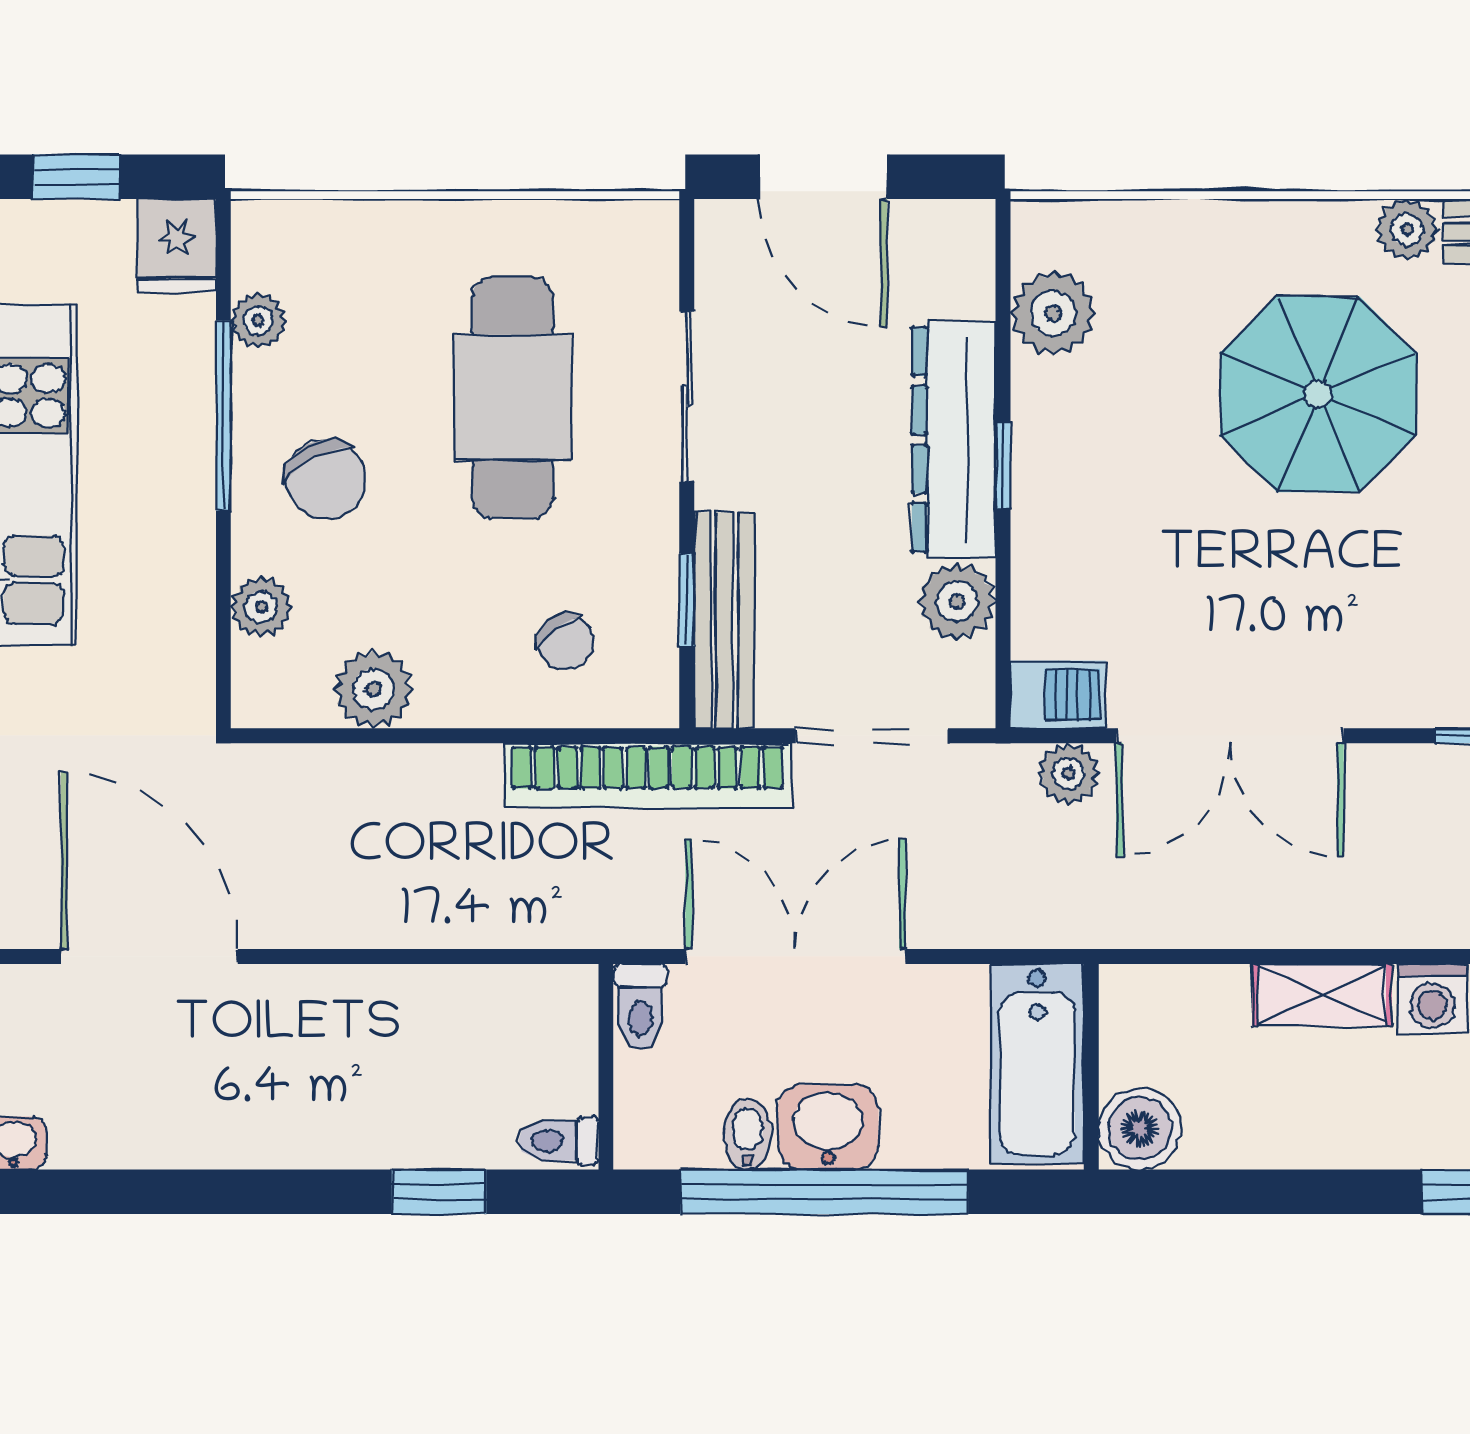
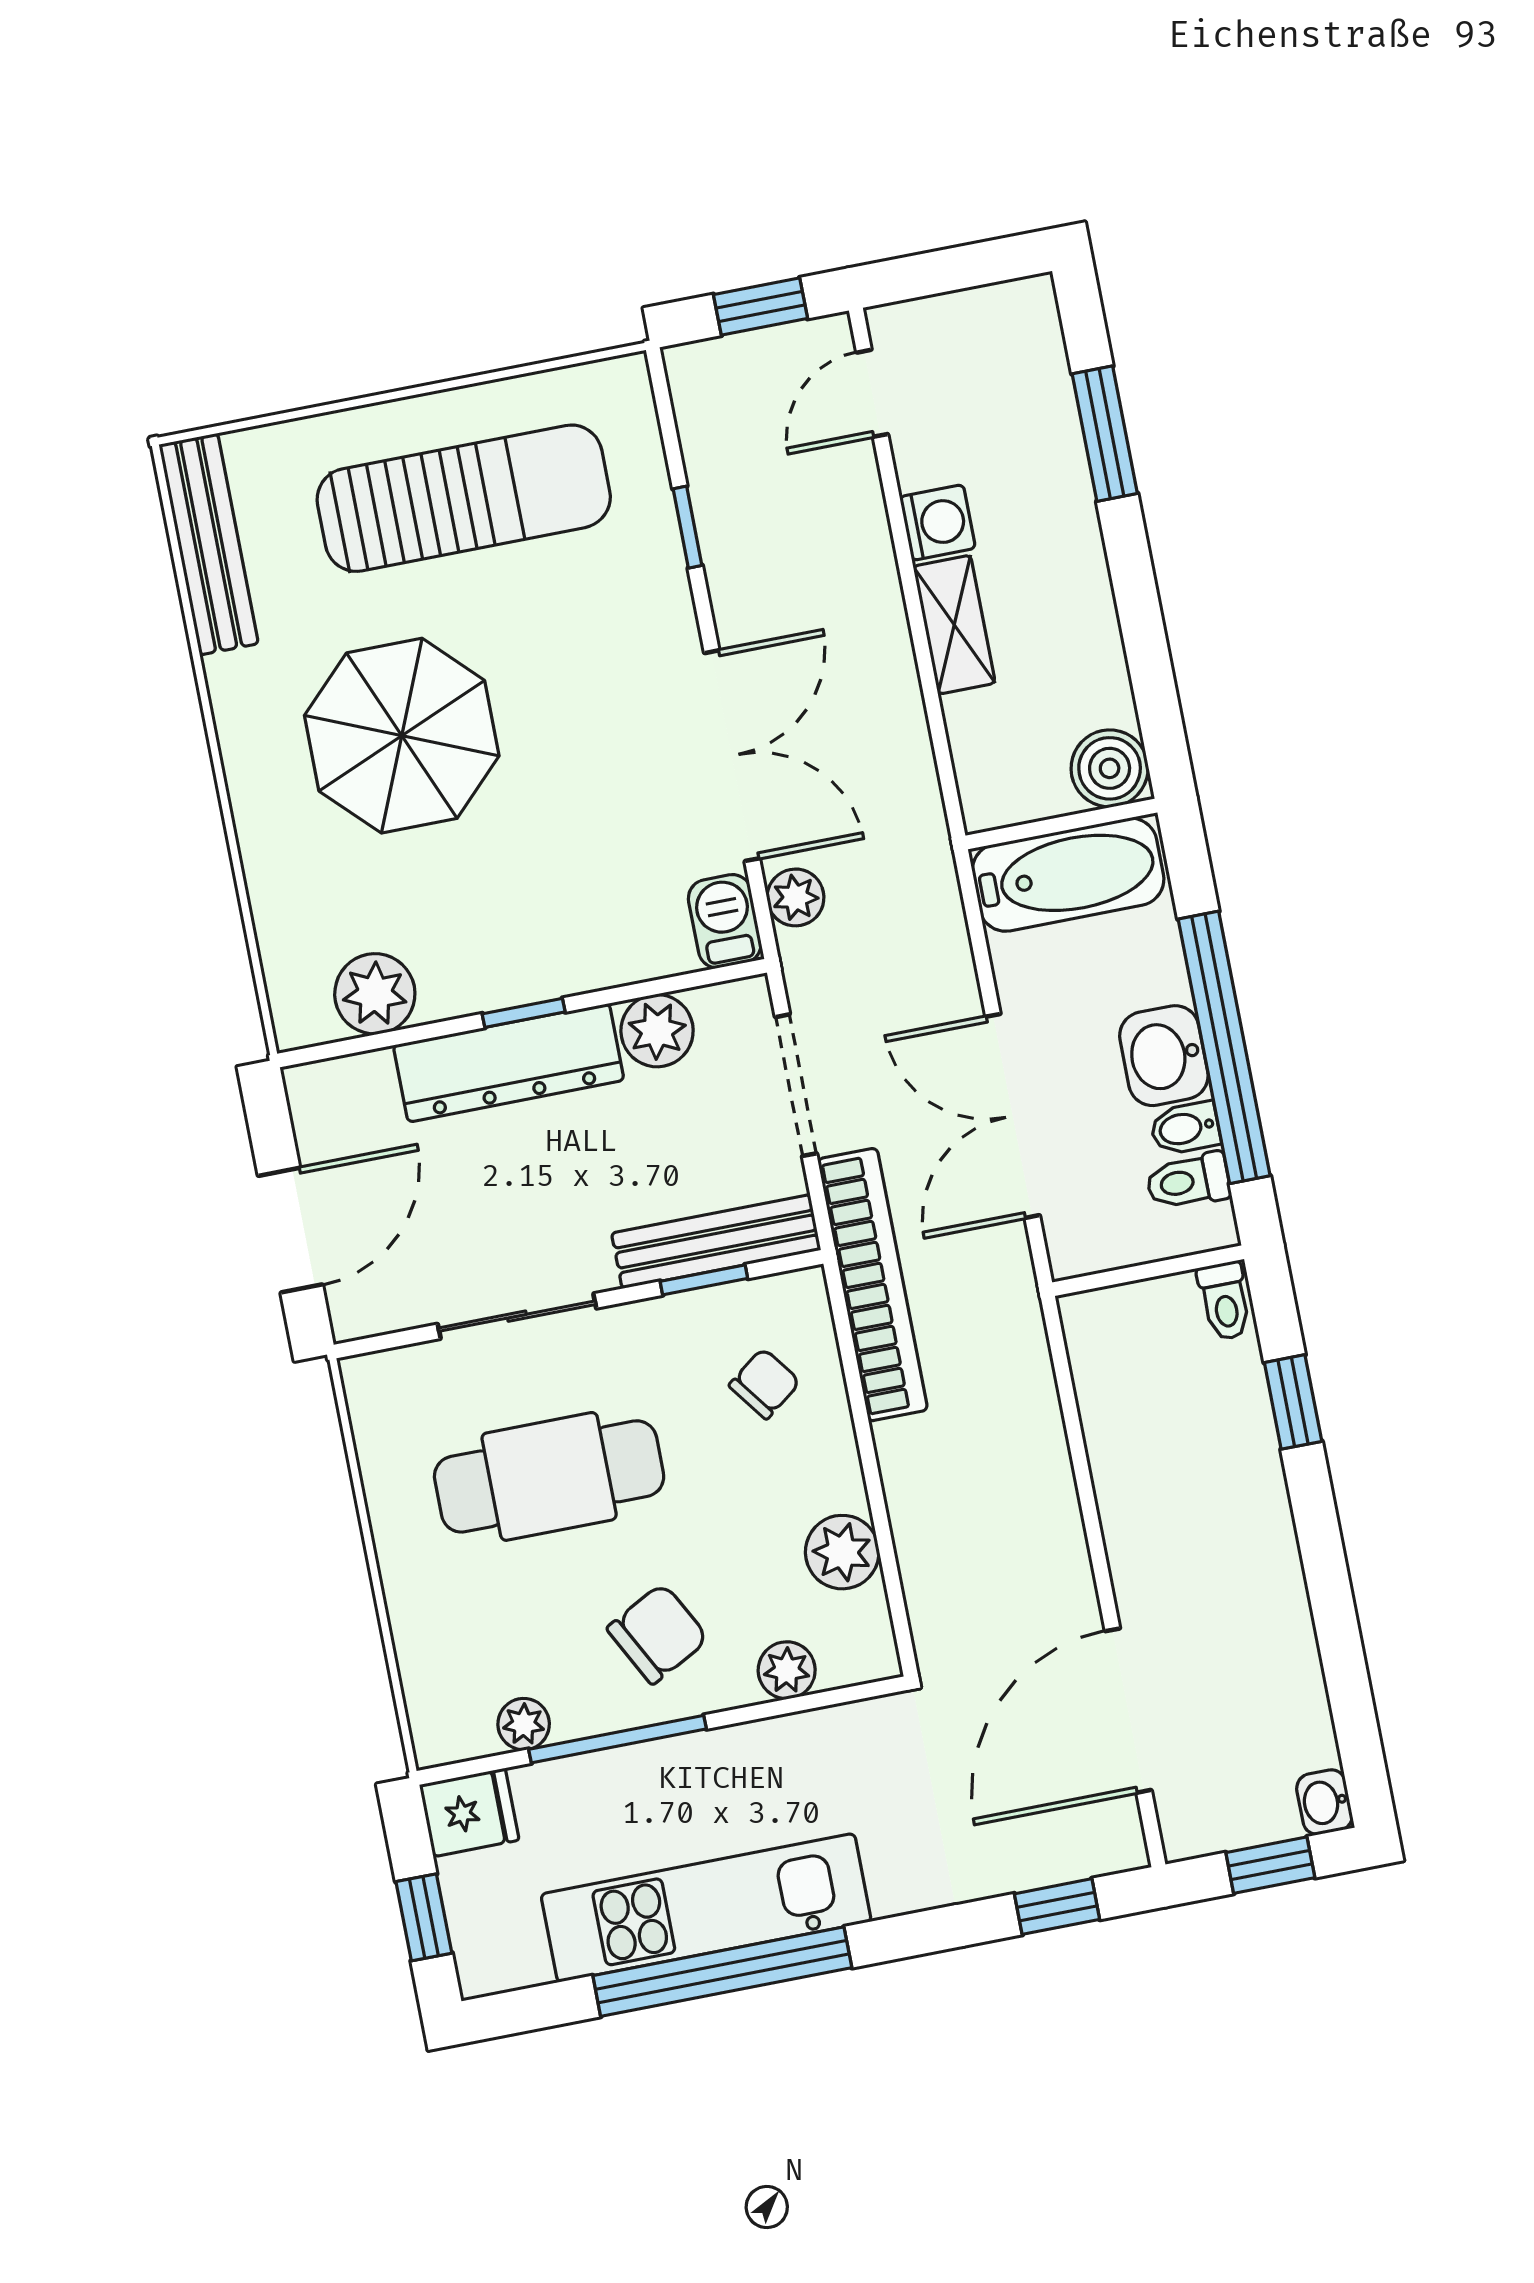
plant: (1407, 229) -> (234, 683), removed
toilet: (641, 1007) -> (1188, 1181), moved, turned 180

